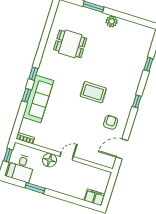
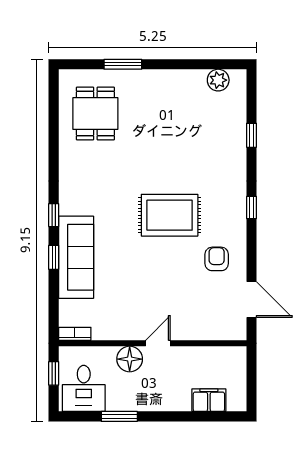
plant: (112, 21) -> (218, 80), moved
dining table: (70, 44) -> (95, 113), moved, turned 90
rug: (93, 92) -> (170, 215), width x1.36, depth x1.43
door: (122, 149) -> (252, 299), swing flipped
filing cabinet: (94, 197) -> (209, 400), moved

